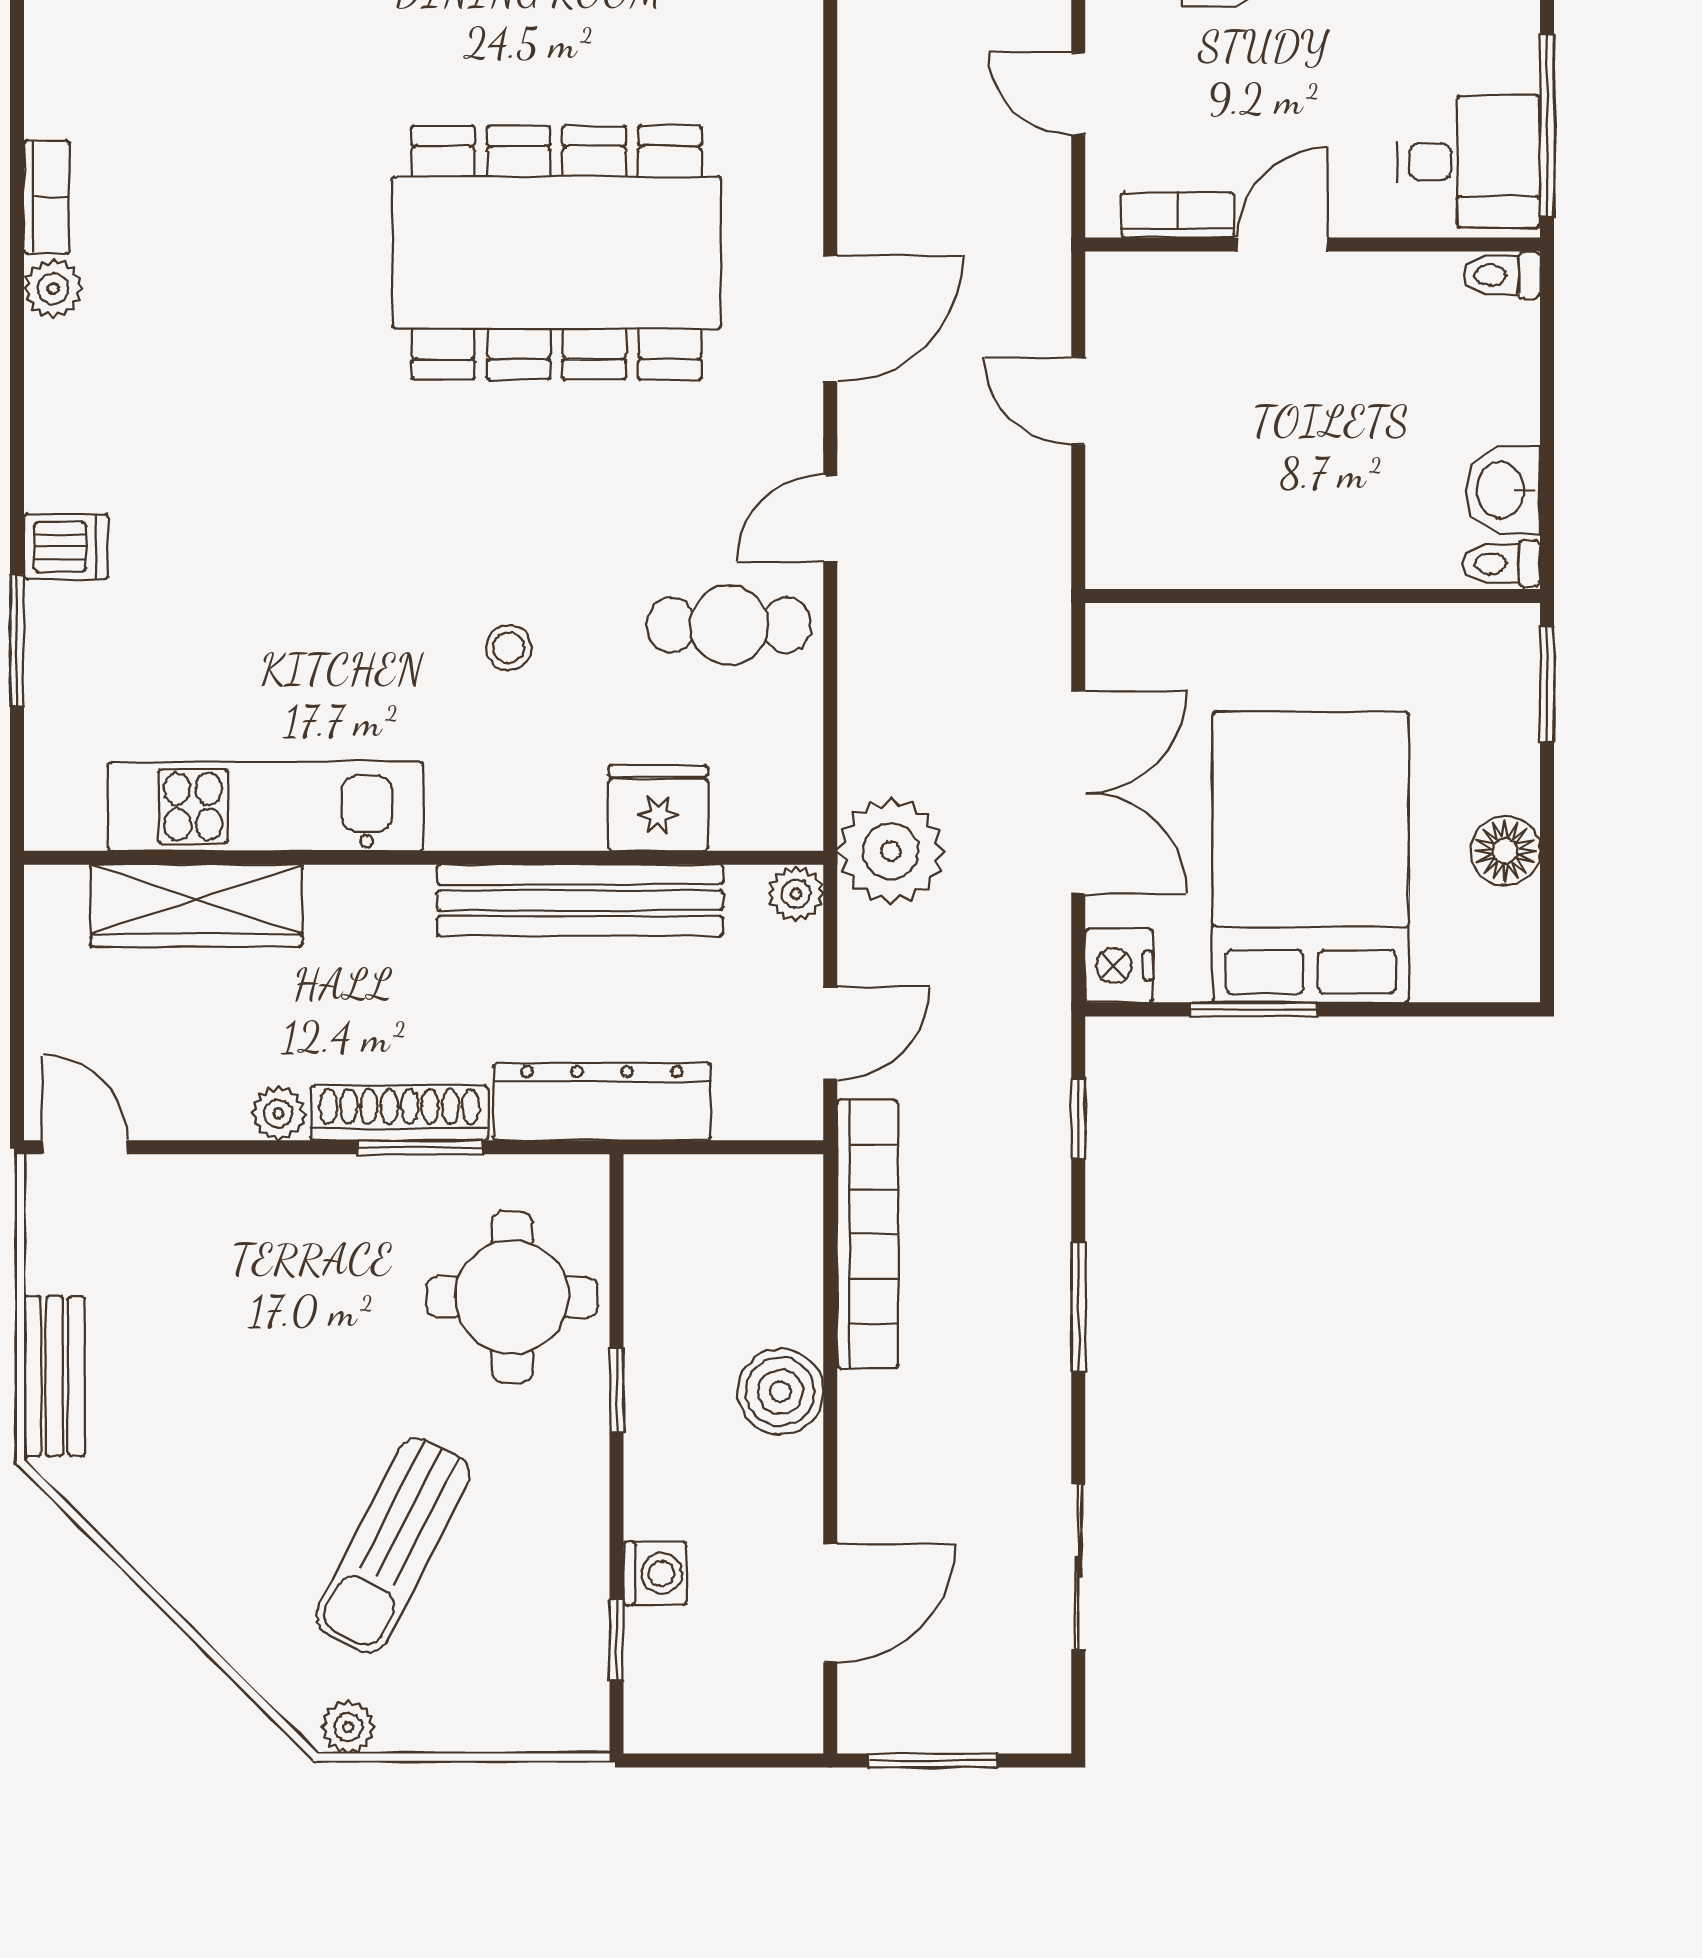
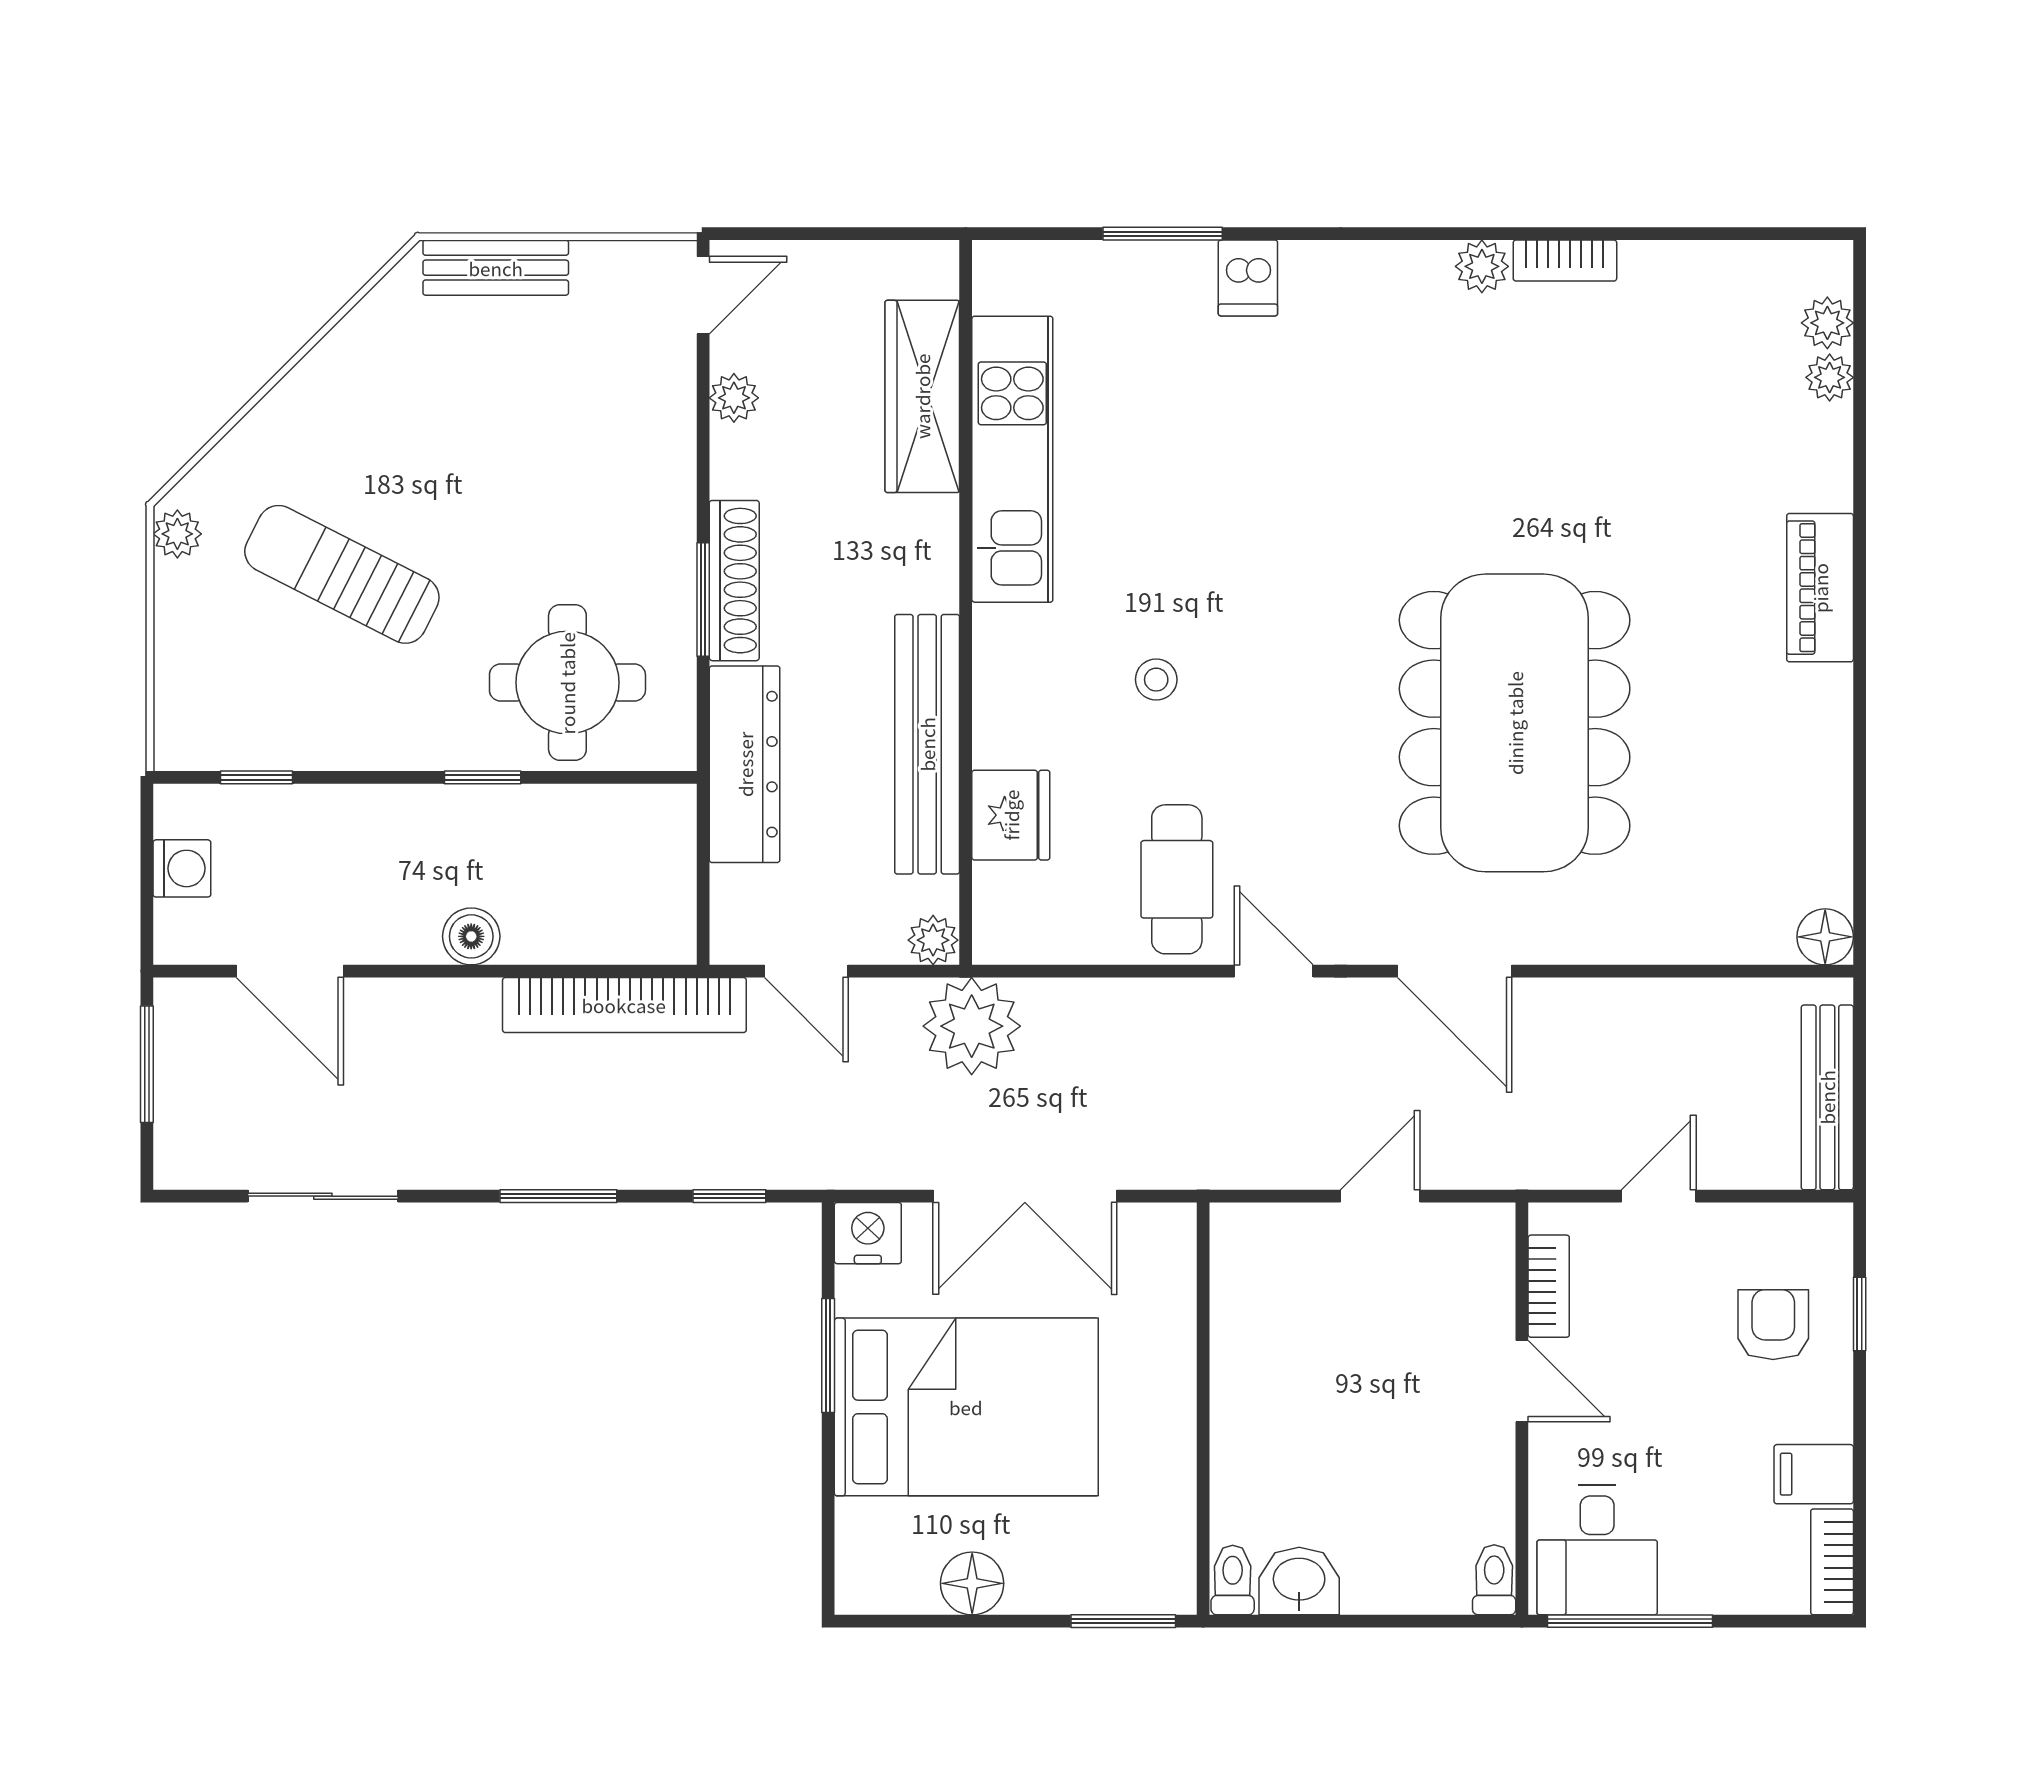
plant: (278, 1113) -> (734, 398), moved
boiler: (780, 1392) -> (471, 936), width x0.73, depth x0.73
washing machine: (655, 1573) -> (182, 868), moved, turned -90

